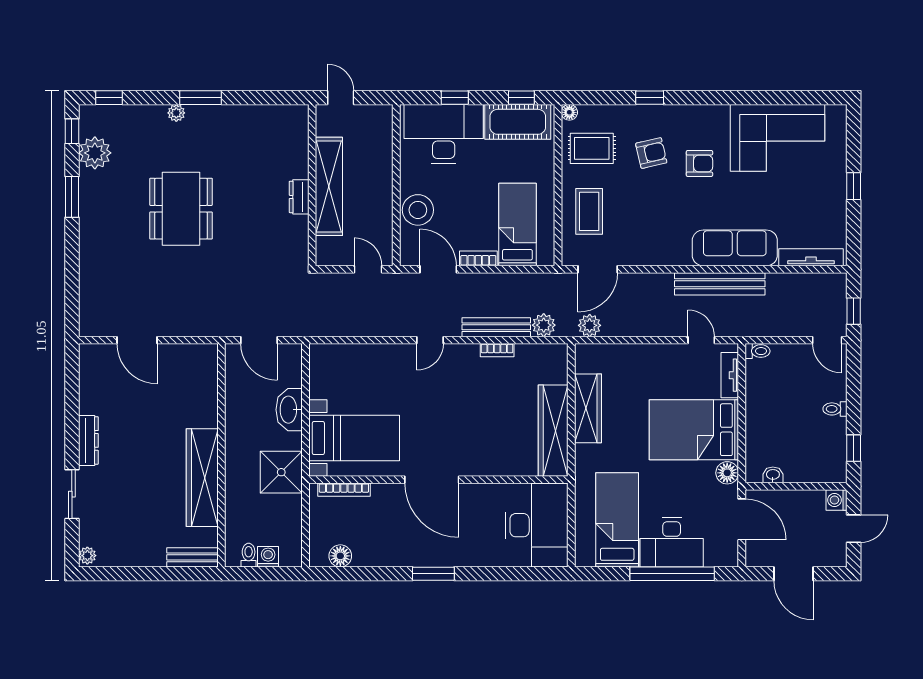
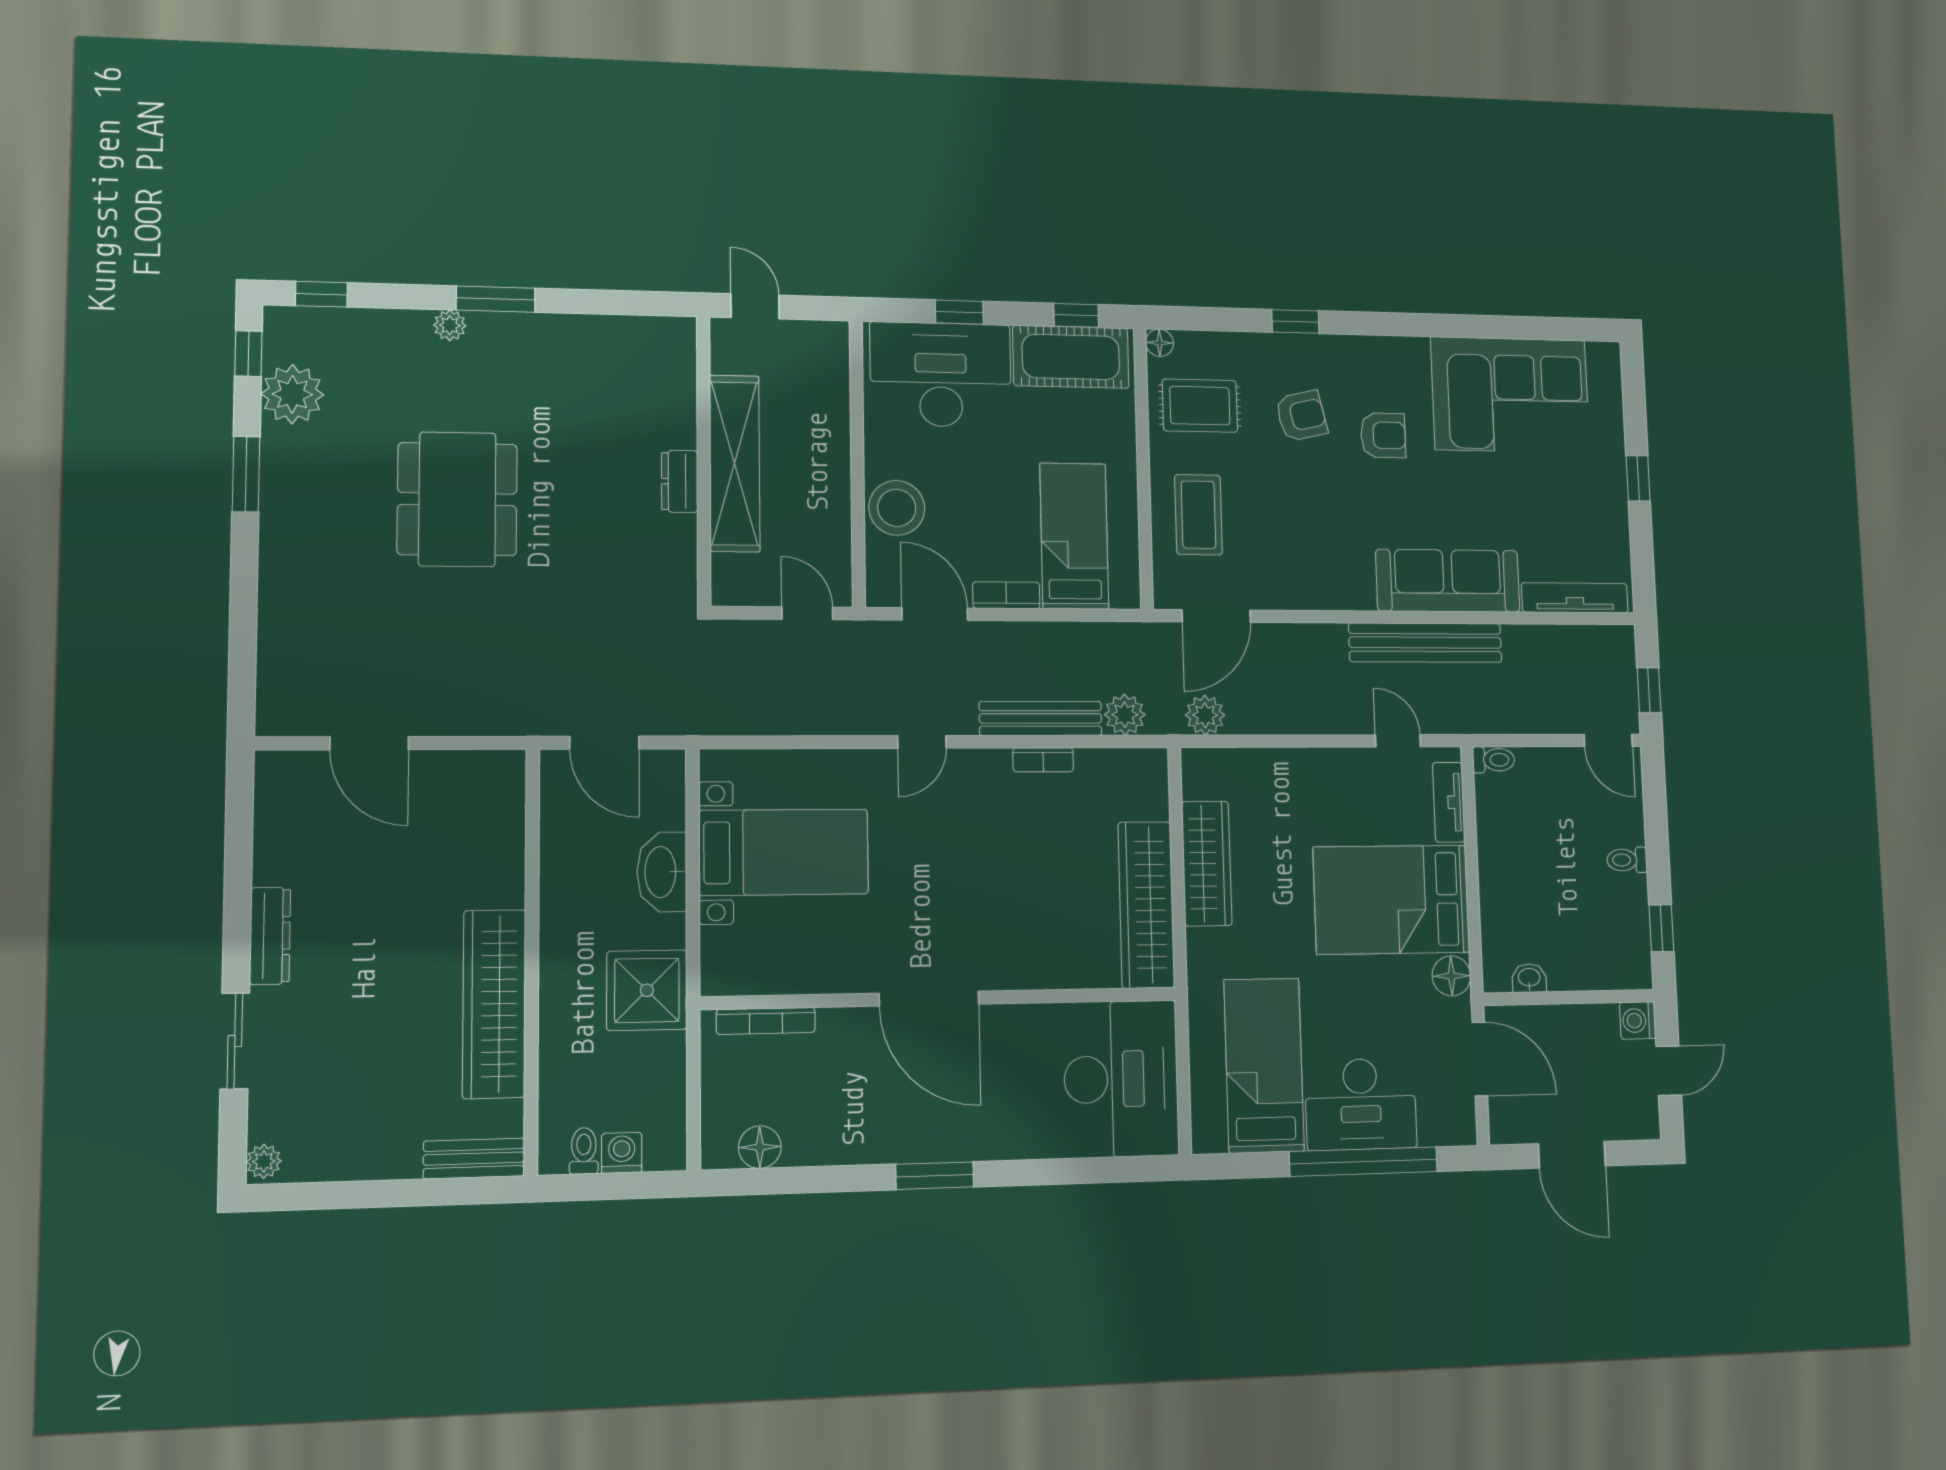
bed with nightstands: (354, 438) -> (784, 852), moved

